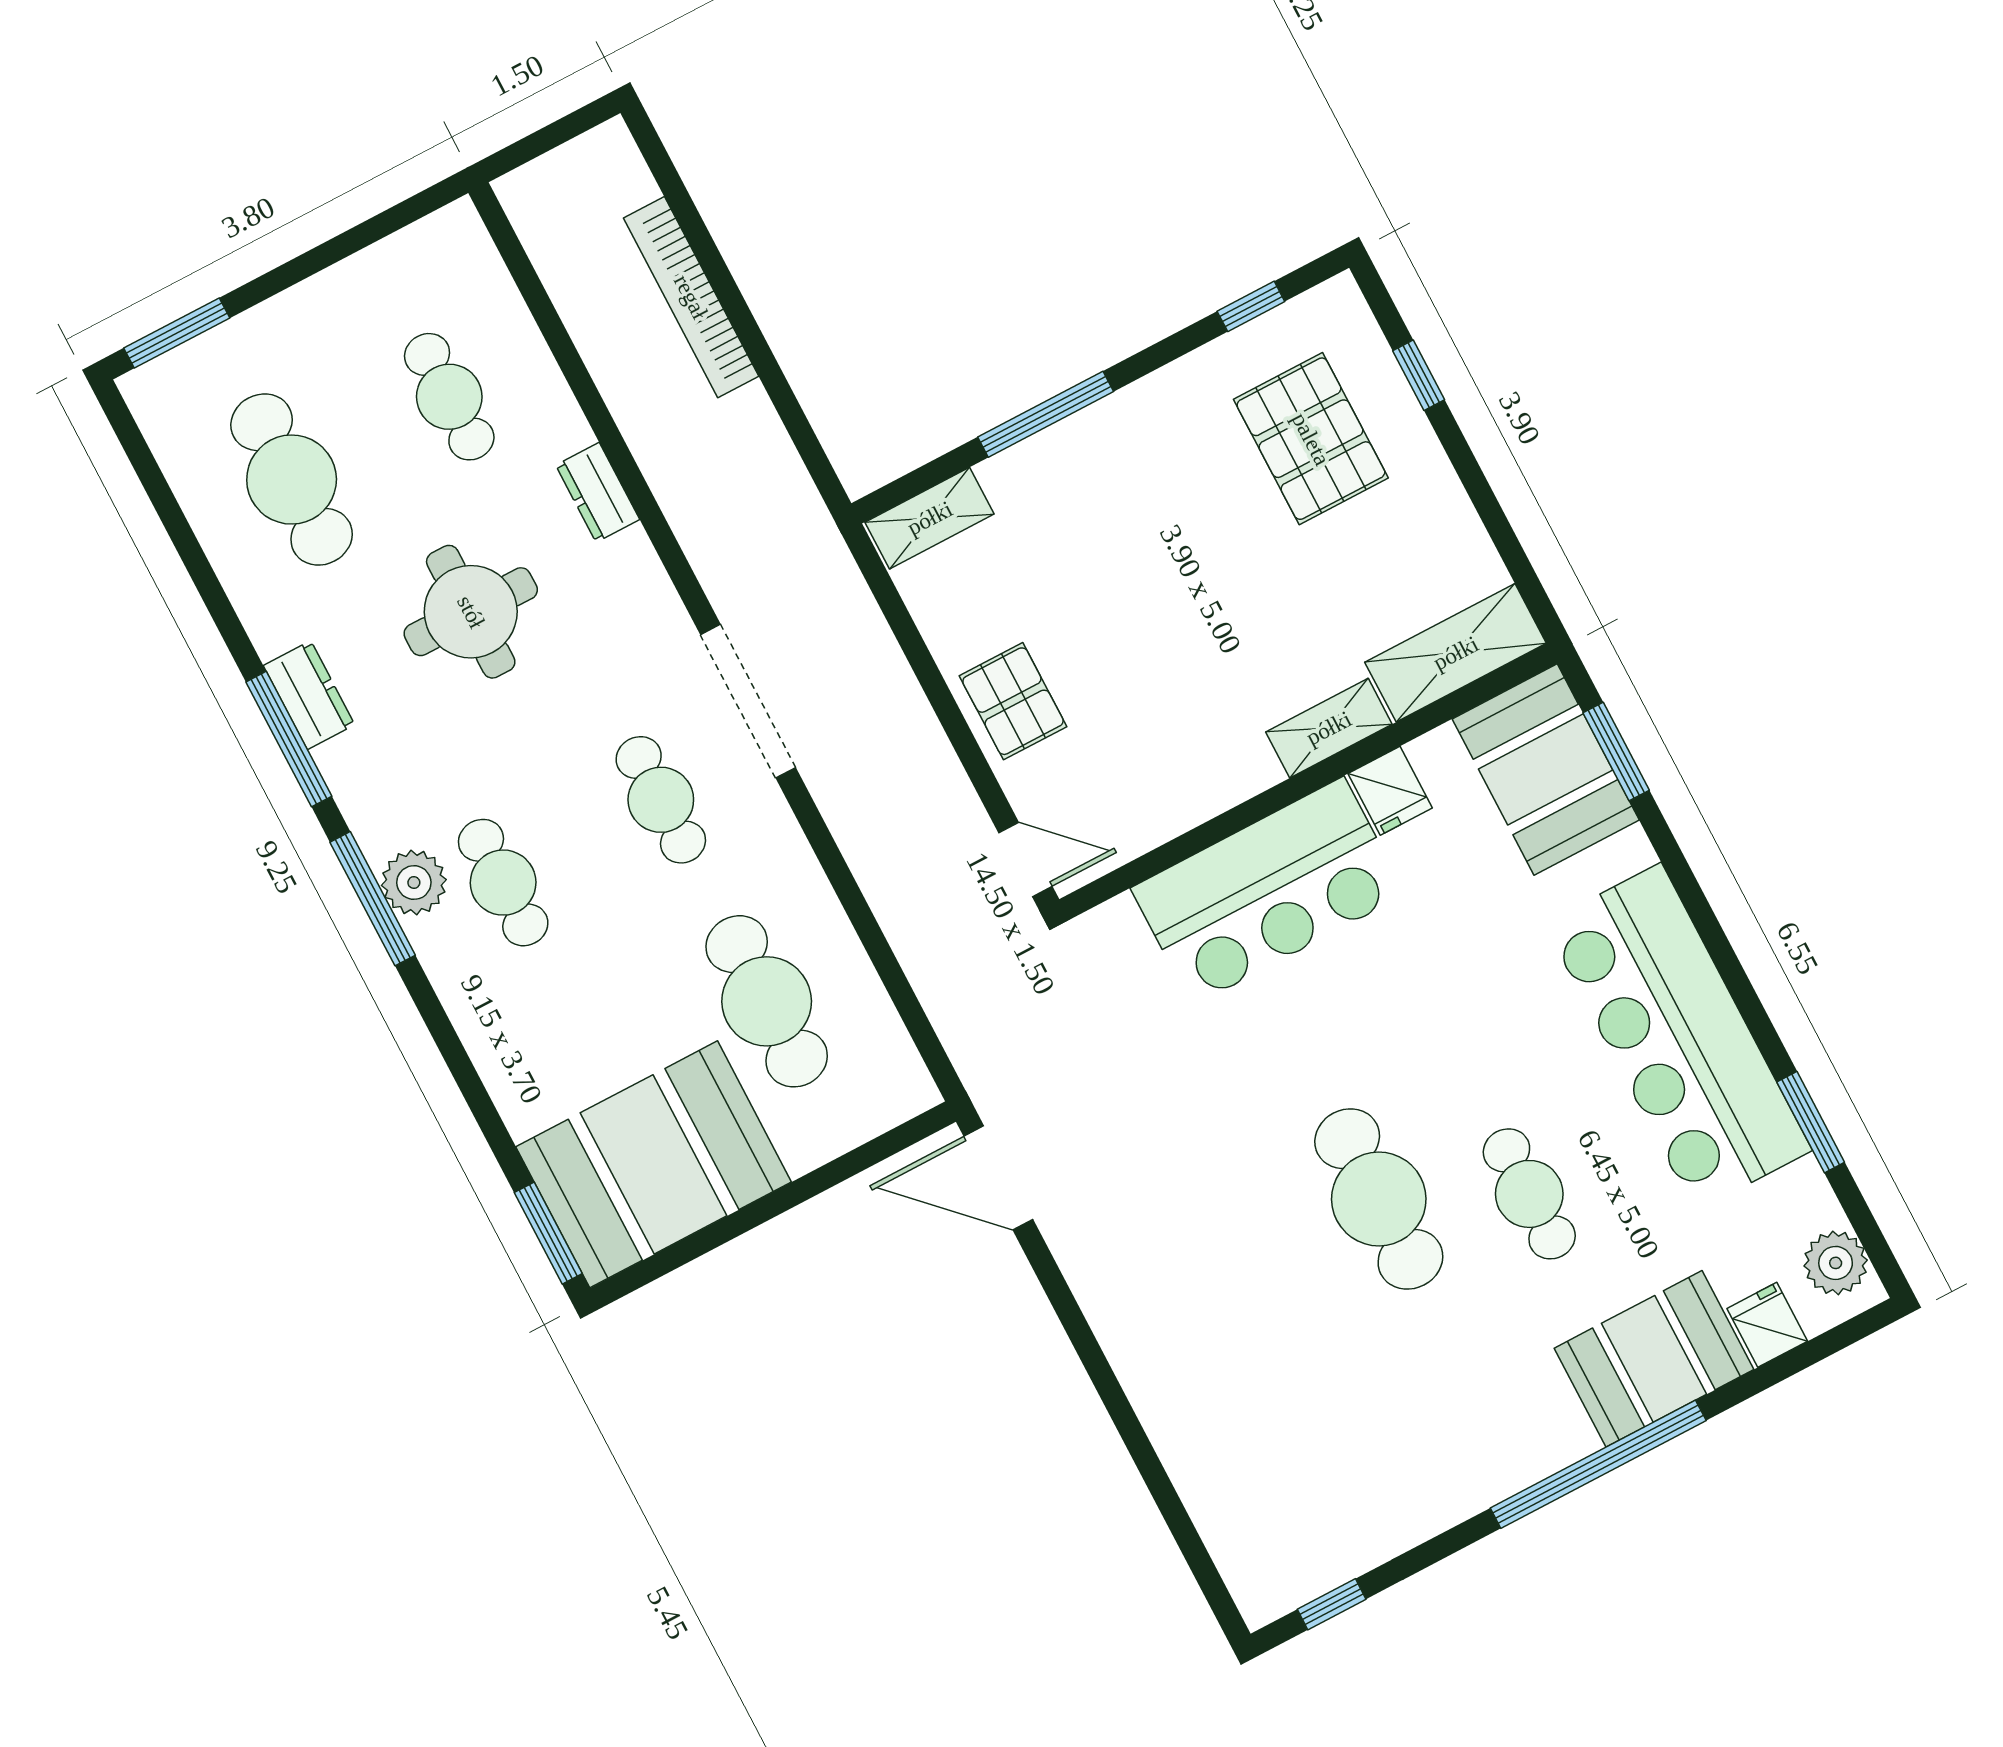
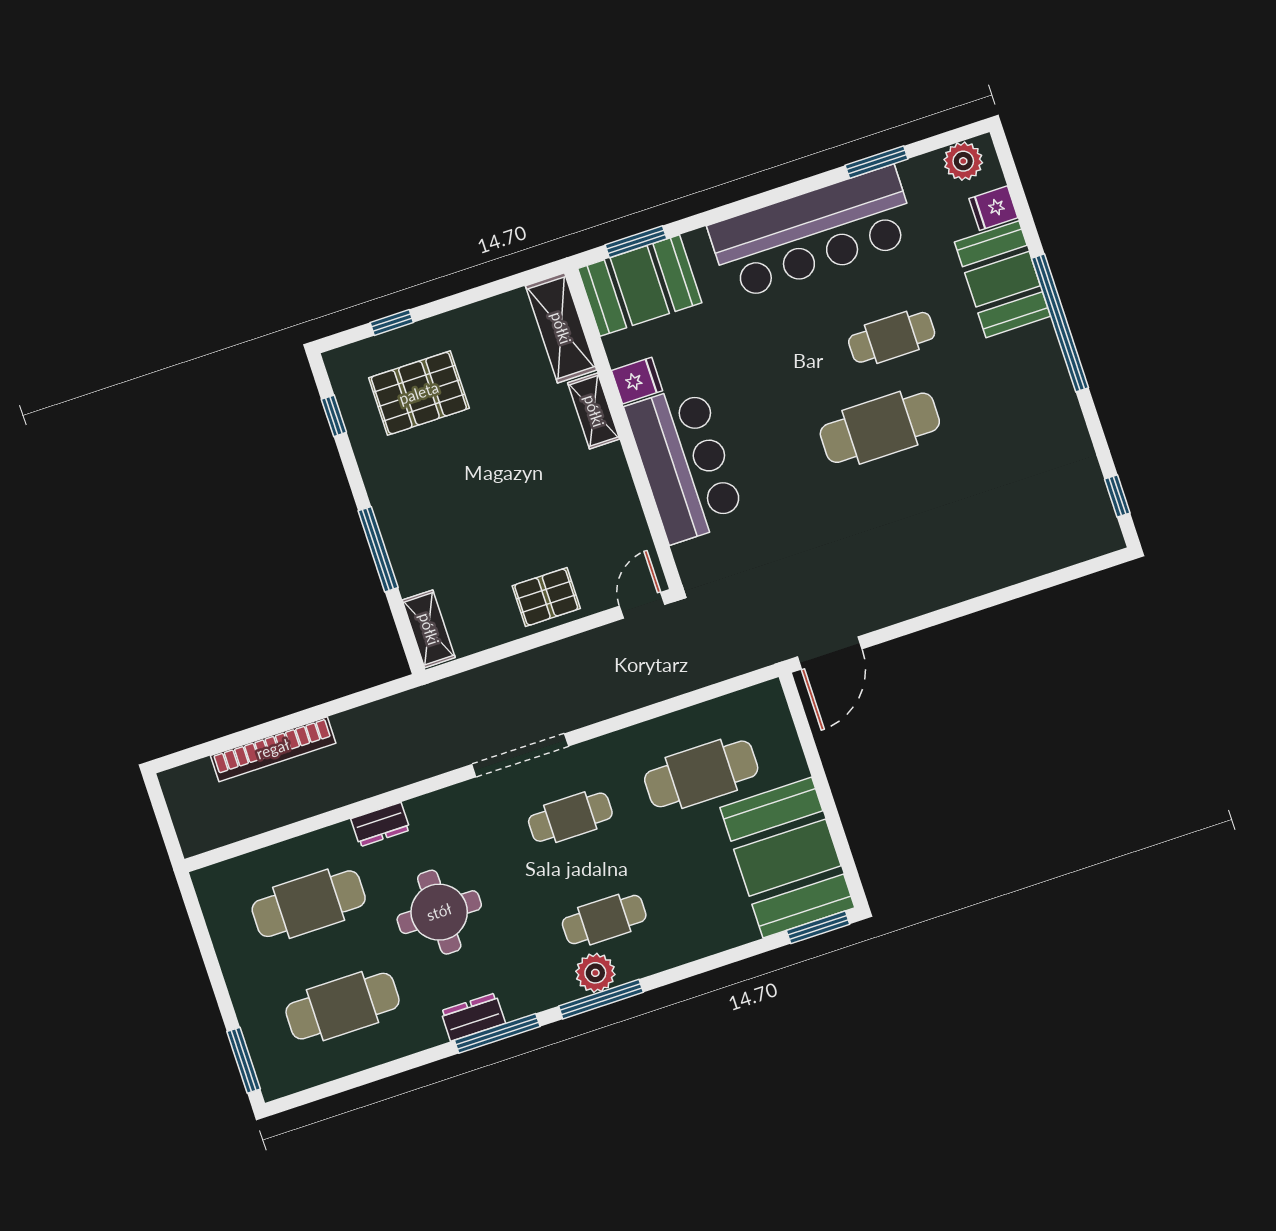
cafe table: (449, 397) -> (309, 904), width x1.37, depth x1.35

